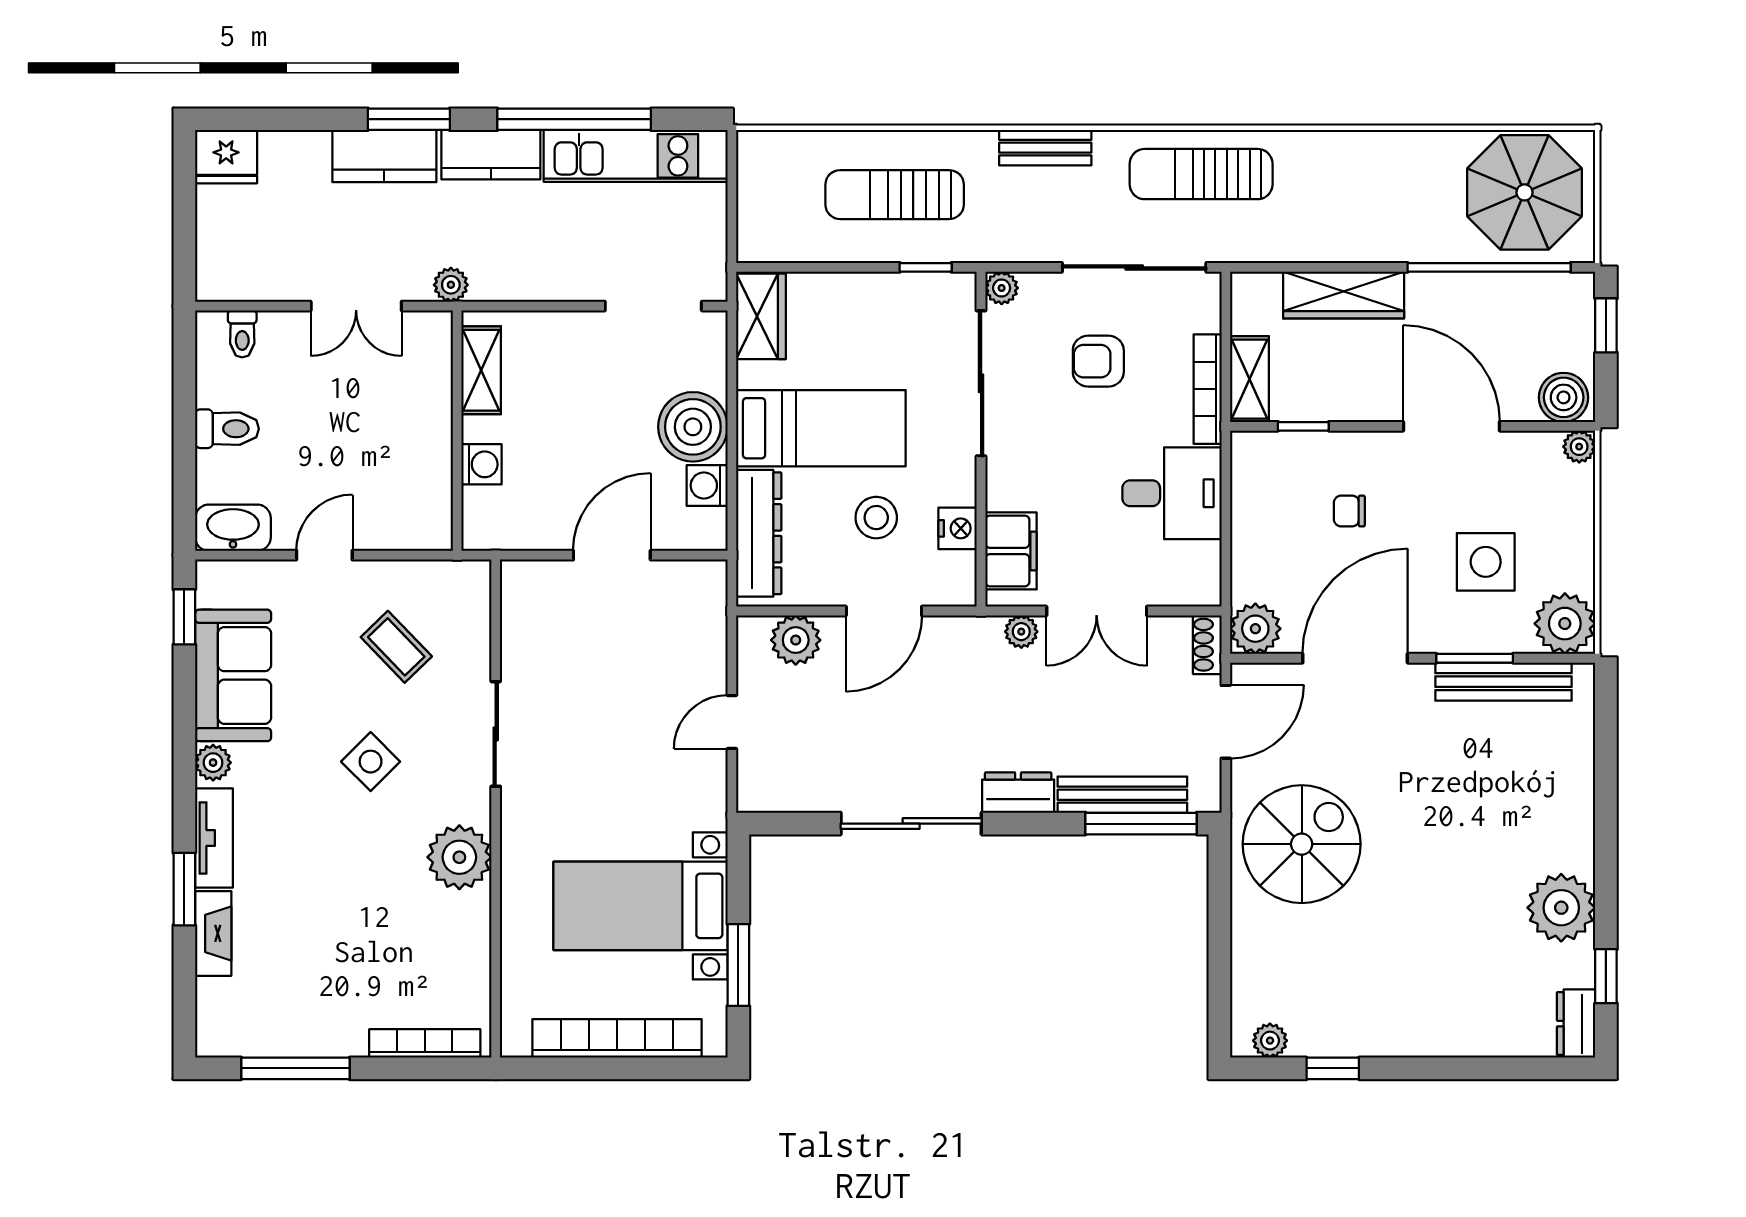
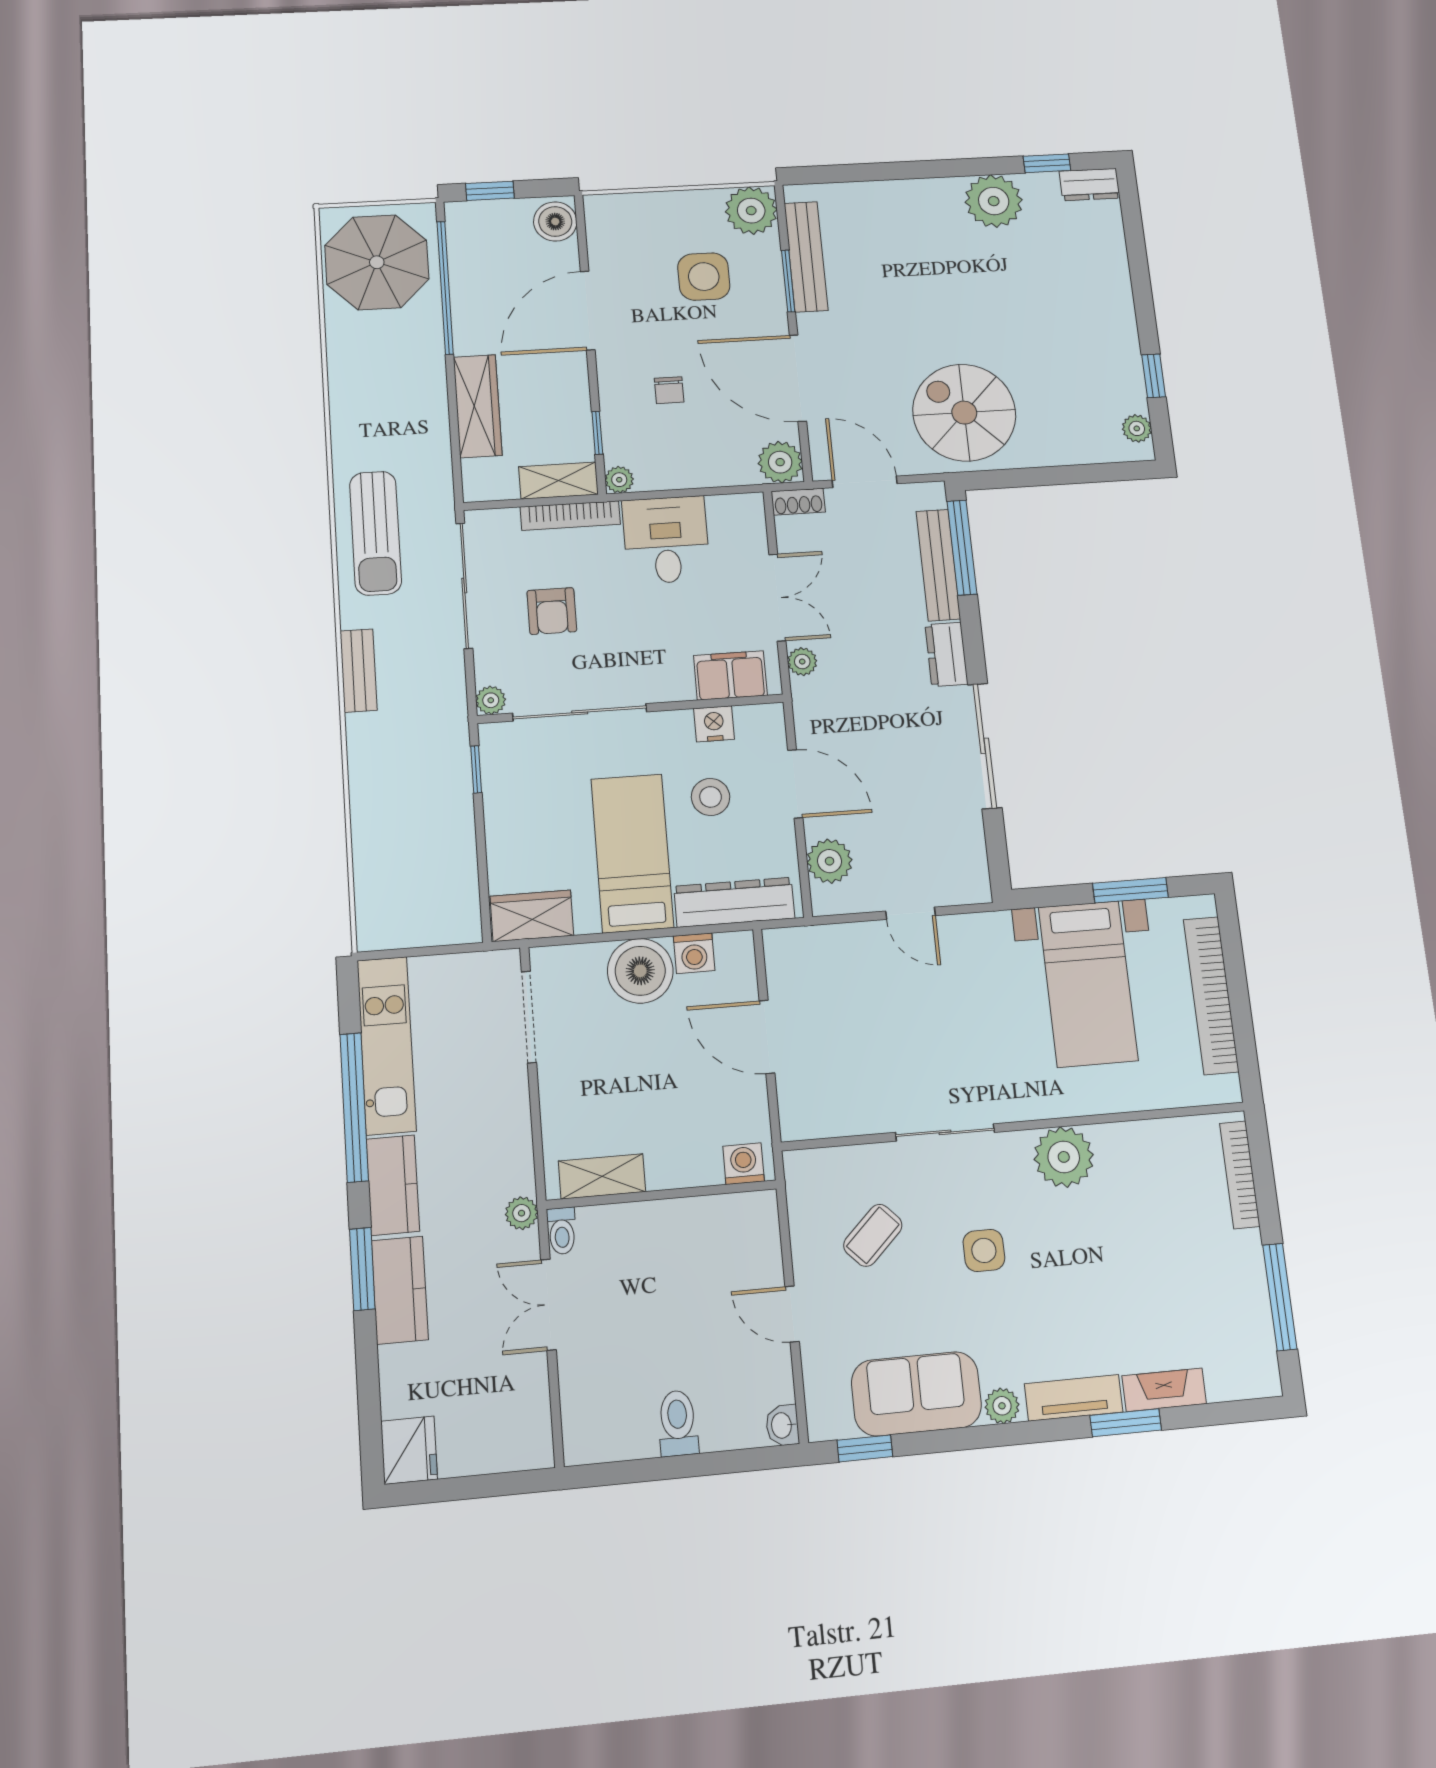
sun lounger: (895, 195) -> (410, 802), removed
double door: (356, 306) -> (548, 1305), swing flipped
toilet: (242, 334) -> (562, 1231), moved, turned 90
plant: (1579, 447) -> (619, 480), moved
washing machine: (481, 464) -> (744, 1164), moved
washbasin: (233, 528) -> (782, 1425), width x0.52, depth x0.69
side table: (371, 762) -> (984, 1250), turned 45

